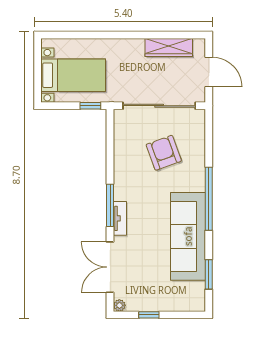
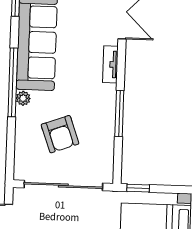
plant: (199, 184) -> (23, 98), added
window: (110, 205) -> (119, 114), moved

